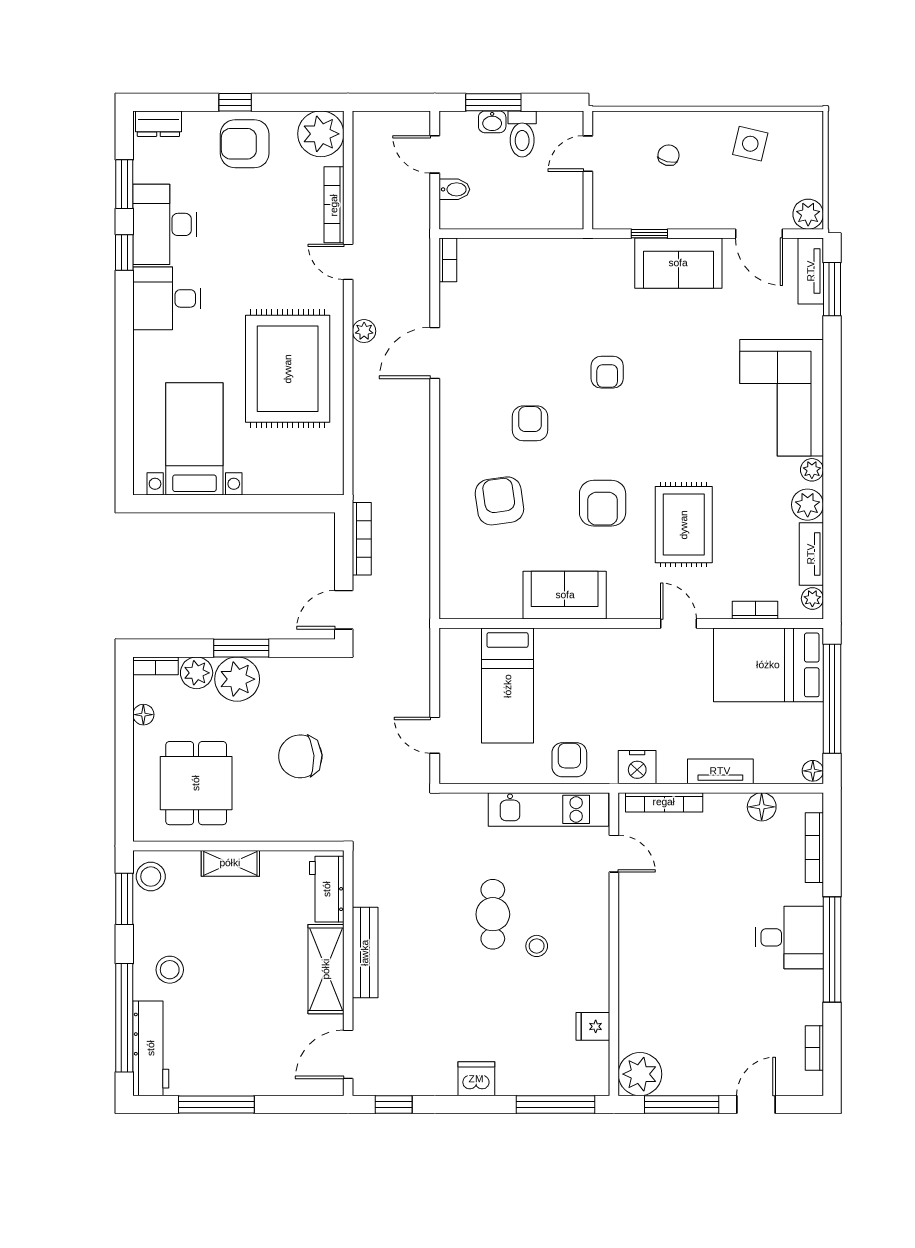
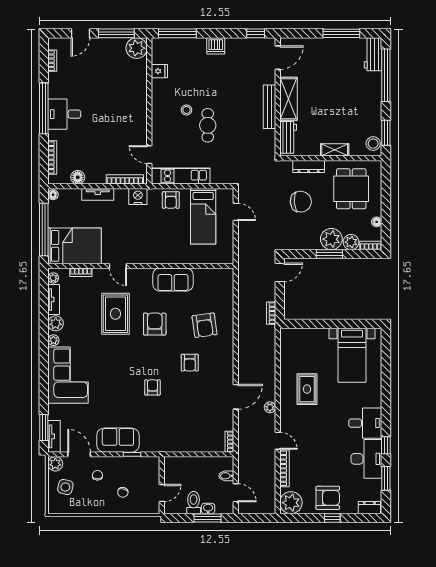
side table: (750, 144) -> (65, 487), moved
chair: (721, 191) -> (97, 475), added
rug: (288, 369) -> (307, 389), width x0.54, depth x0.49
bookcase: (362, 539) -> (271, 313), width x0.64
bed: (508, 686) -> (203, 216), moved, turned 180
dresser: (284, 829) -> (309, 167), added
stool: (170, 970) -> (364, 99), removed
workbench: (151, 1048) -> (373, 54), width x0.73

